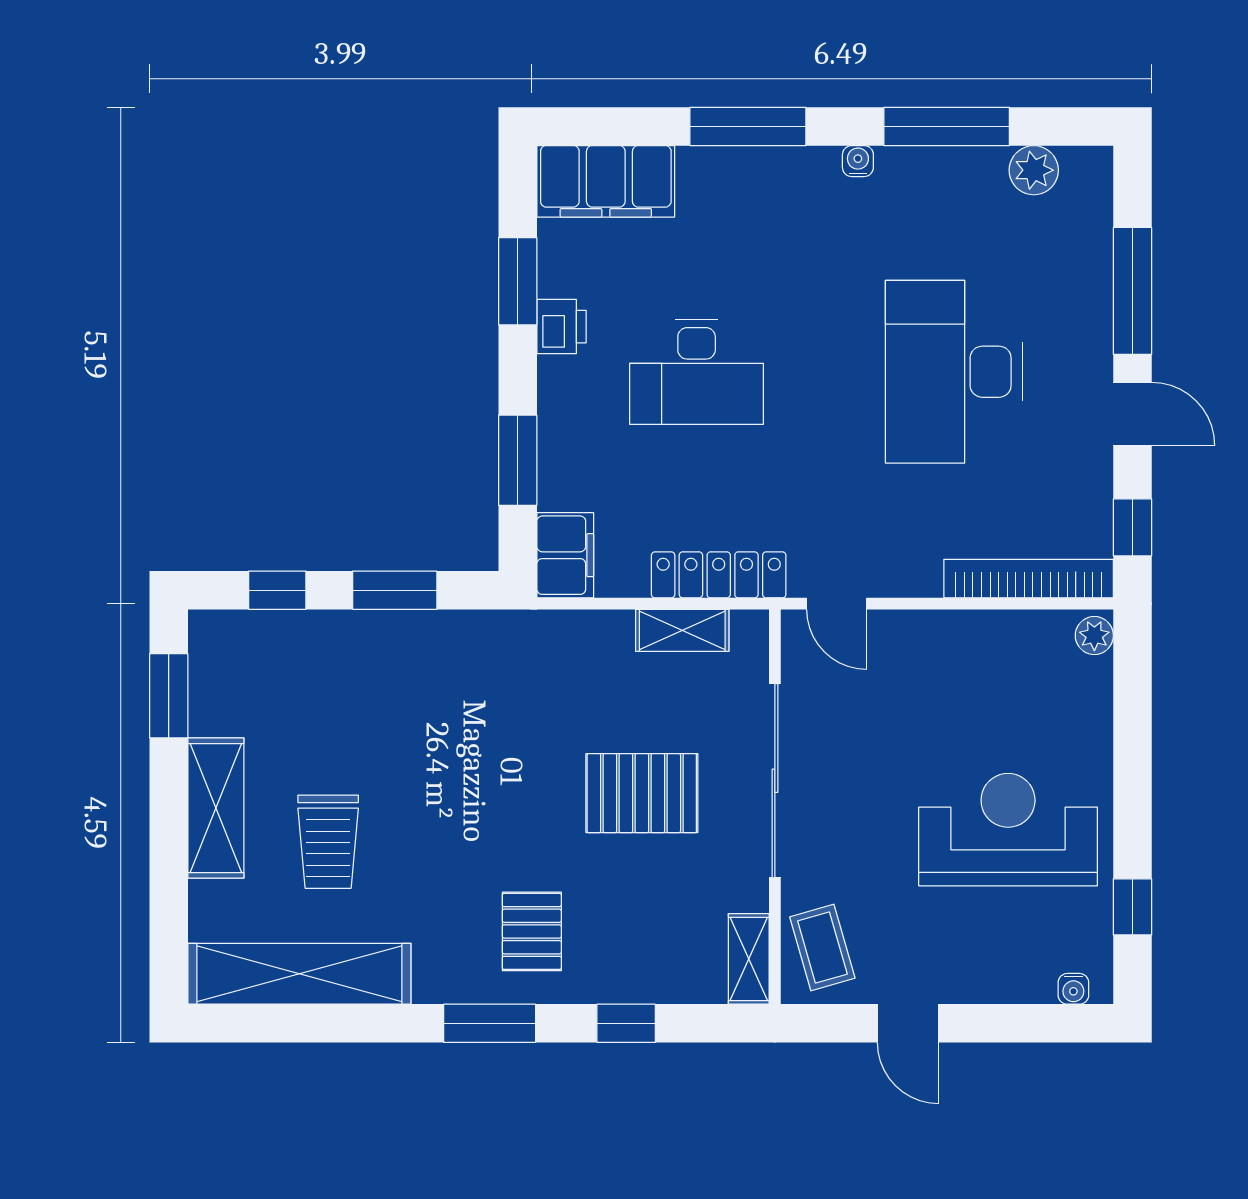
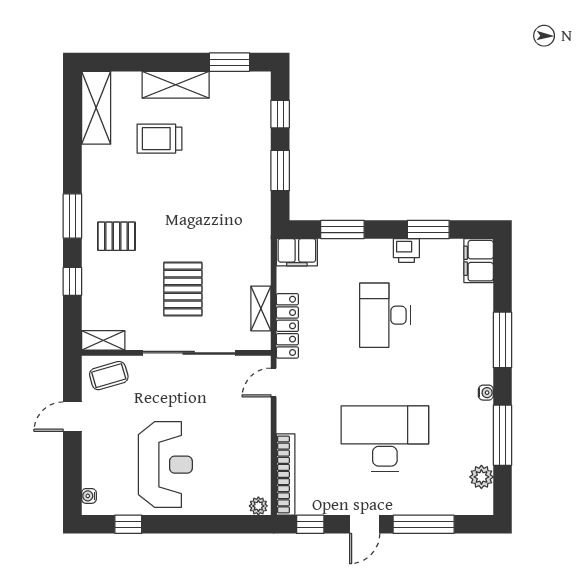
filing cabinet: (606, 181) -> (479, 261), width x0.67, depth x0.86
shelving: (299, 974) -> (96, 108), width x0.68

